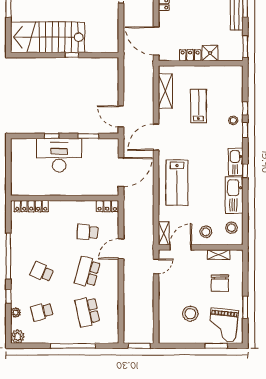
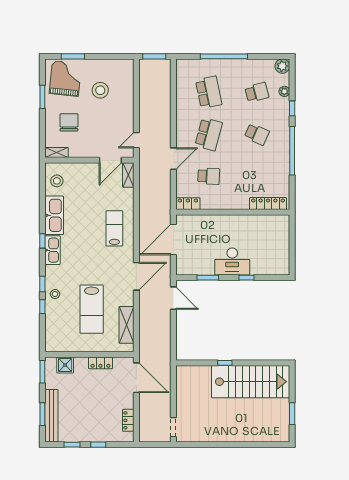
shower: (210, 53) -> (65, 365), moved
lab bench: (198, 106) -> (92, 309), width x1.36, depth x1.39
desk: (59, 155) -> (232, 261), width x0.73, depth x0.77
lab bench: (177, 183) -> (114, 228), width x0.73, depth x0.72
stool: (206, 232) -> (84, 177), removed
shelving: (219, 255) -> (56, 153), moved

